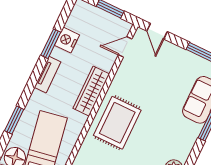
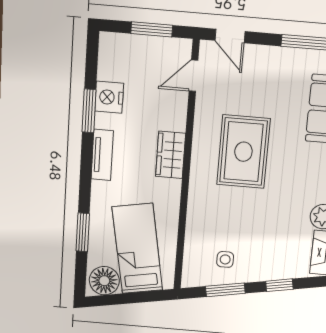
wardrobe: (91, 91) -> (171, 155), width x0.67
rug: (117, 123) -> (243, 152), moved

